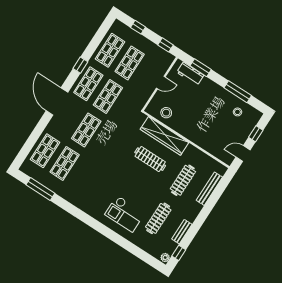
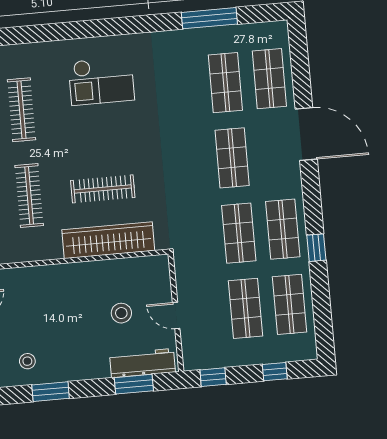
workbench: (190, 74) -> (142, 363), width x1.38
door: (161, 83) -> (176, 316), hinge flipped
window: (238, 92) -> (51, 392), width x0.69
door: (57, 102) -> (306, 134), moved
stool: (166, 113) -> (121, 313), moved
window: (40, 189) -> (209, 18), moved
checkout: (125, 214) -> (101, 81), moved, turned 180

